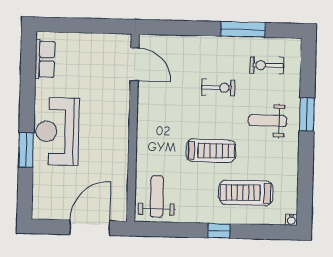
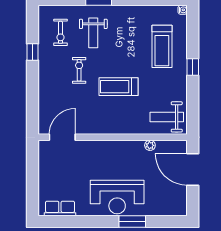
window: (243, 29) -> (32, 52), width x0.46
weight bench: (268, 121) -> (93, 33), moved
treadmill: (211, 151) -> (118, 87), moved, turned -90
plant: (122, 175) -> (150, 145), added

